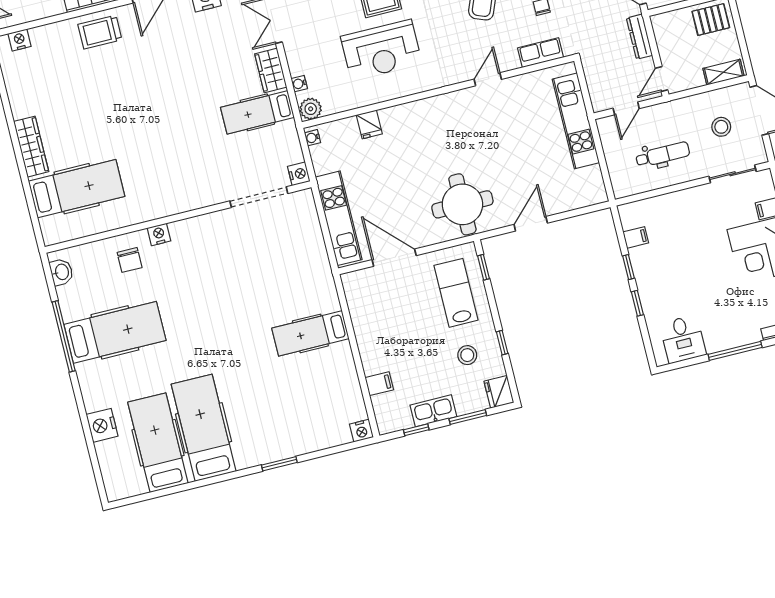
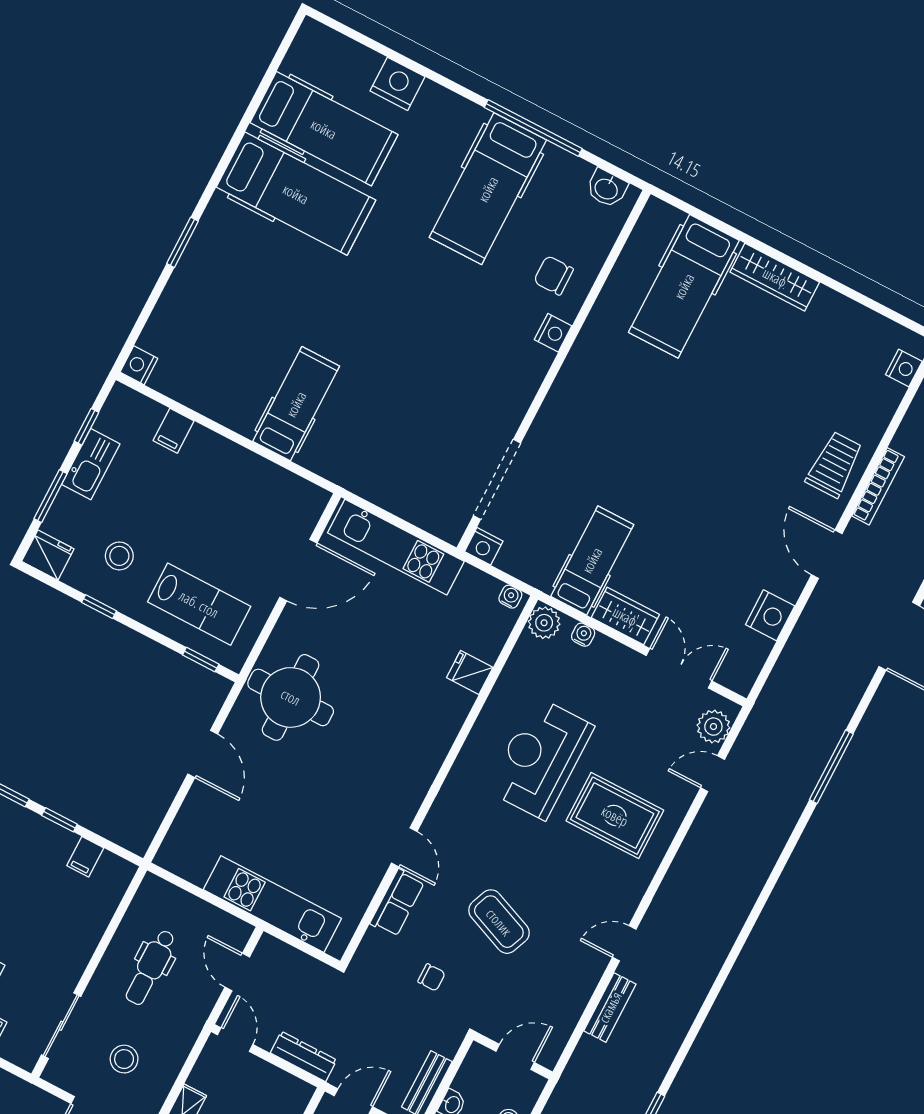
row of seats: (540, 53) -> (397, 903), moved

